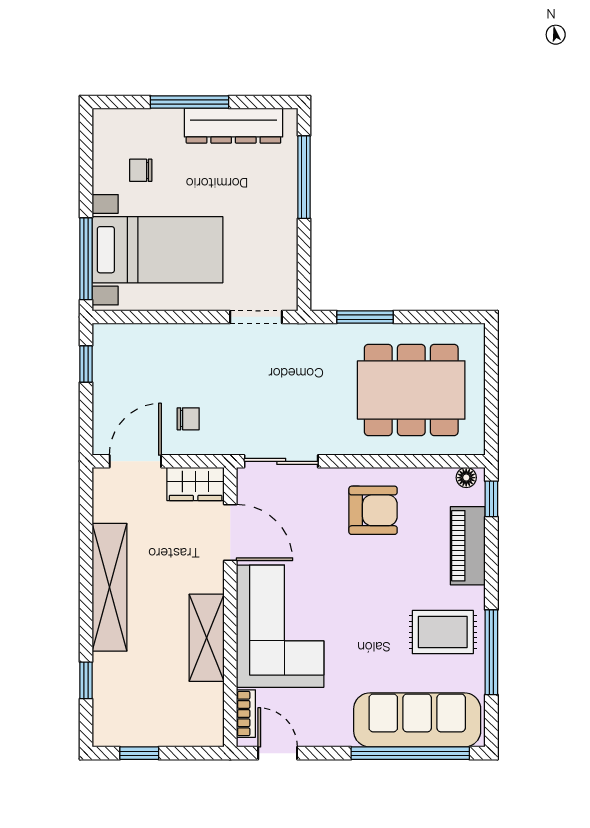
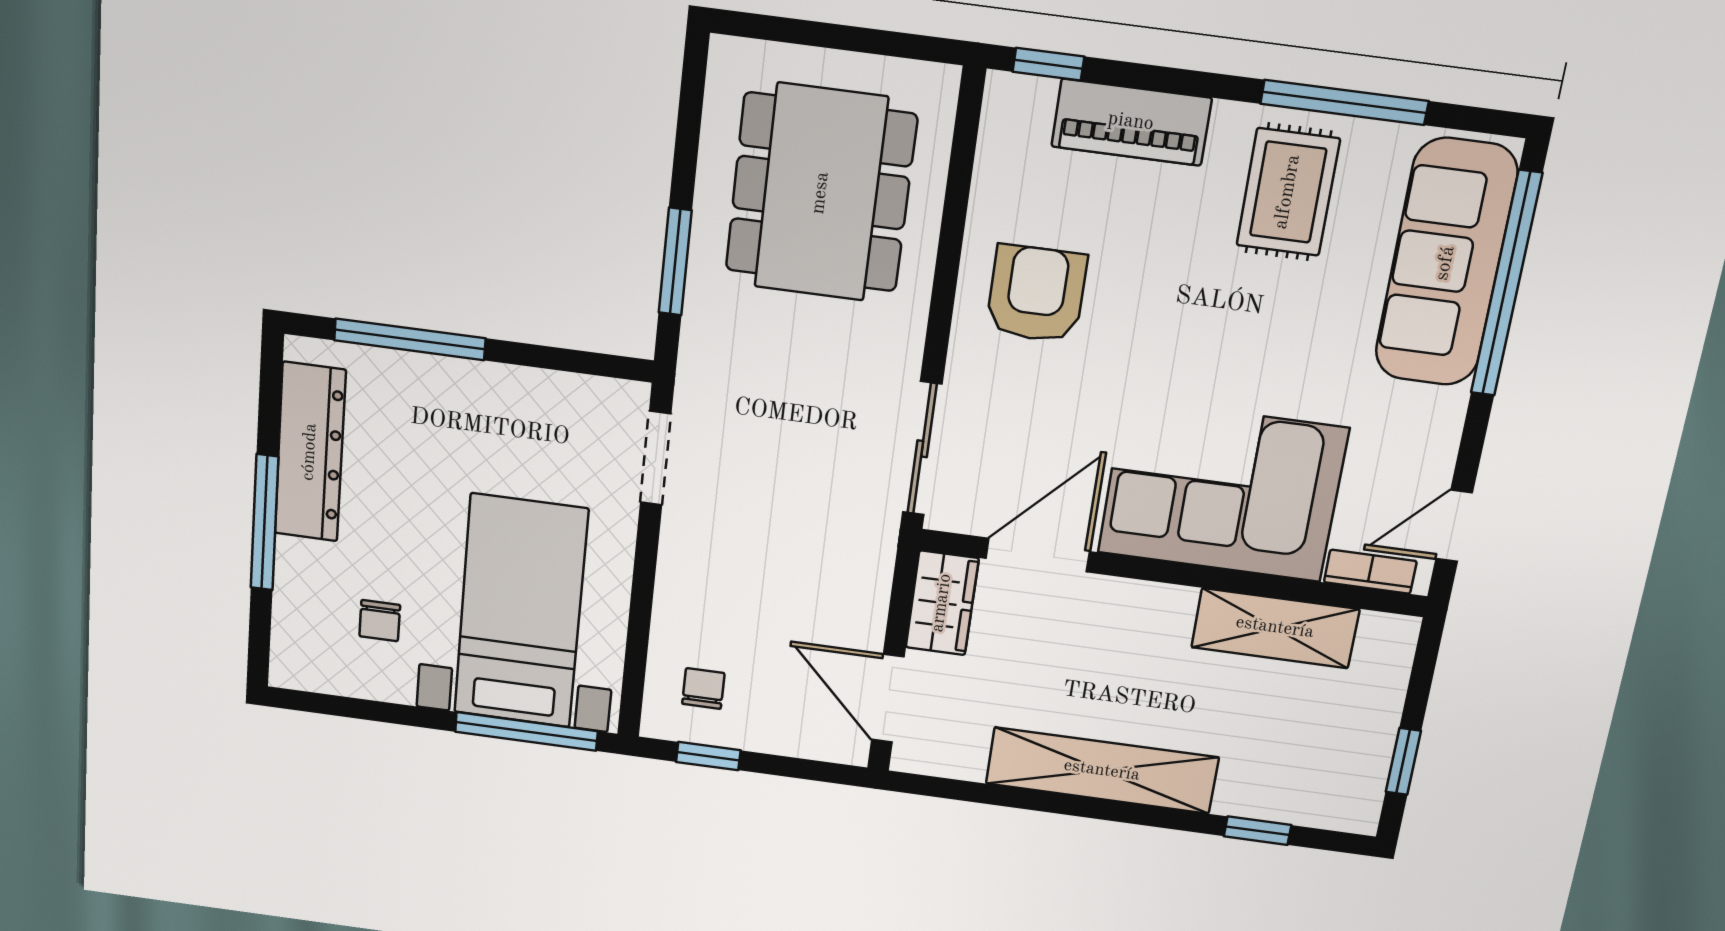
chair: (188, 419) -> (703, 688), moved
floor lamp: (466, 478) -> (1000, 108), removed
shelving: (207, 638) -> (1275, 628), moved

